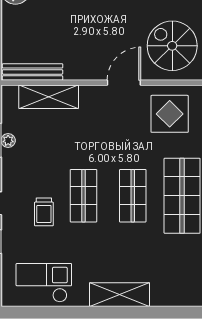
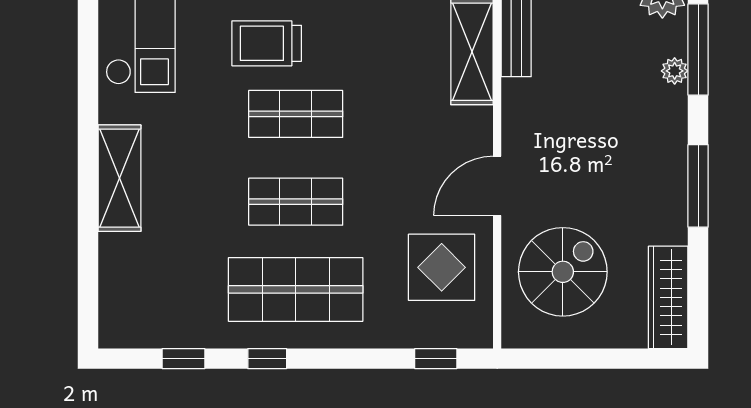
door: (124, 83) -> (497, 186), swing flipped
trolley: (44, 212) -> (267, 43), width x1.36, depth x1.39

